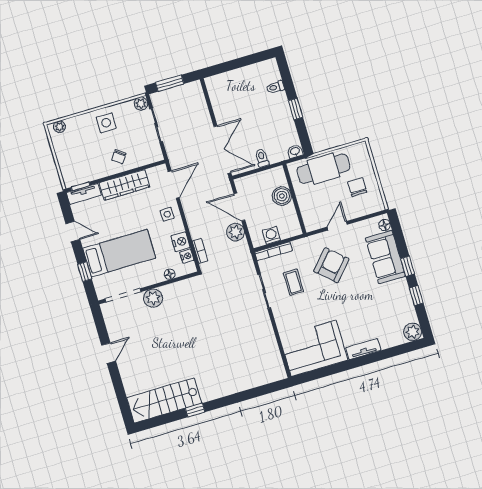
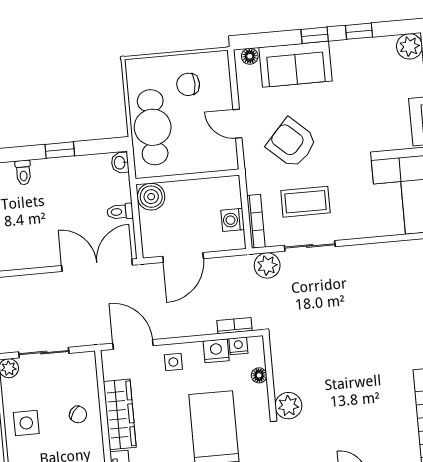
boiler: (282, 196) -> (151, 197), moved
plant: (236, 232) -> (267, 265), moved
coffee table: (294, 282) -> (305, 202), width x1.36, depth x1.30

